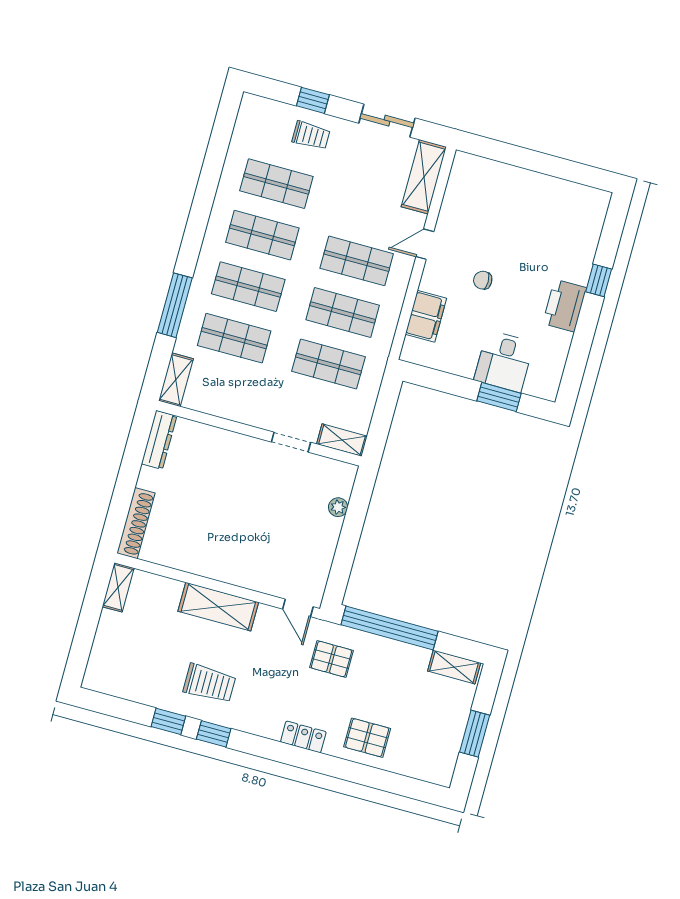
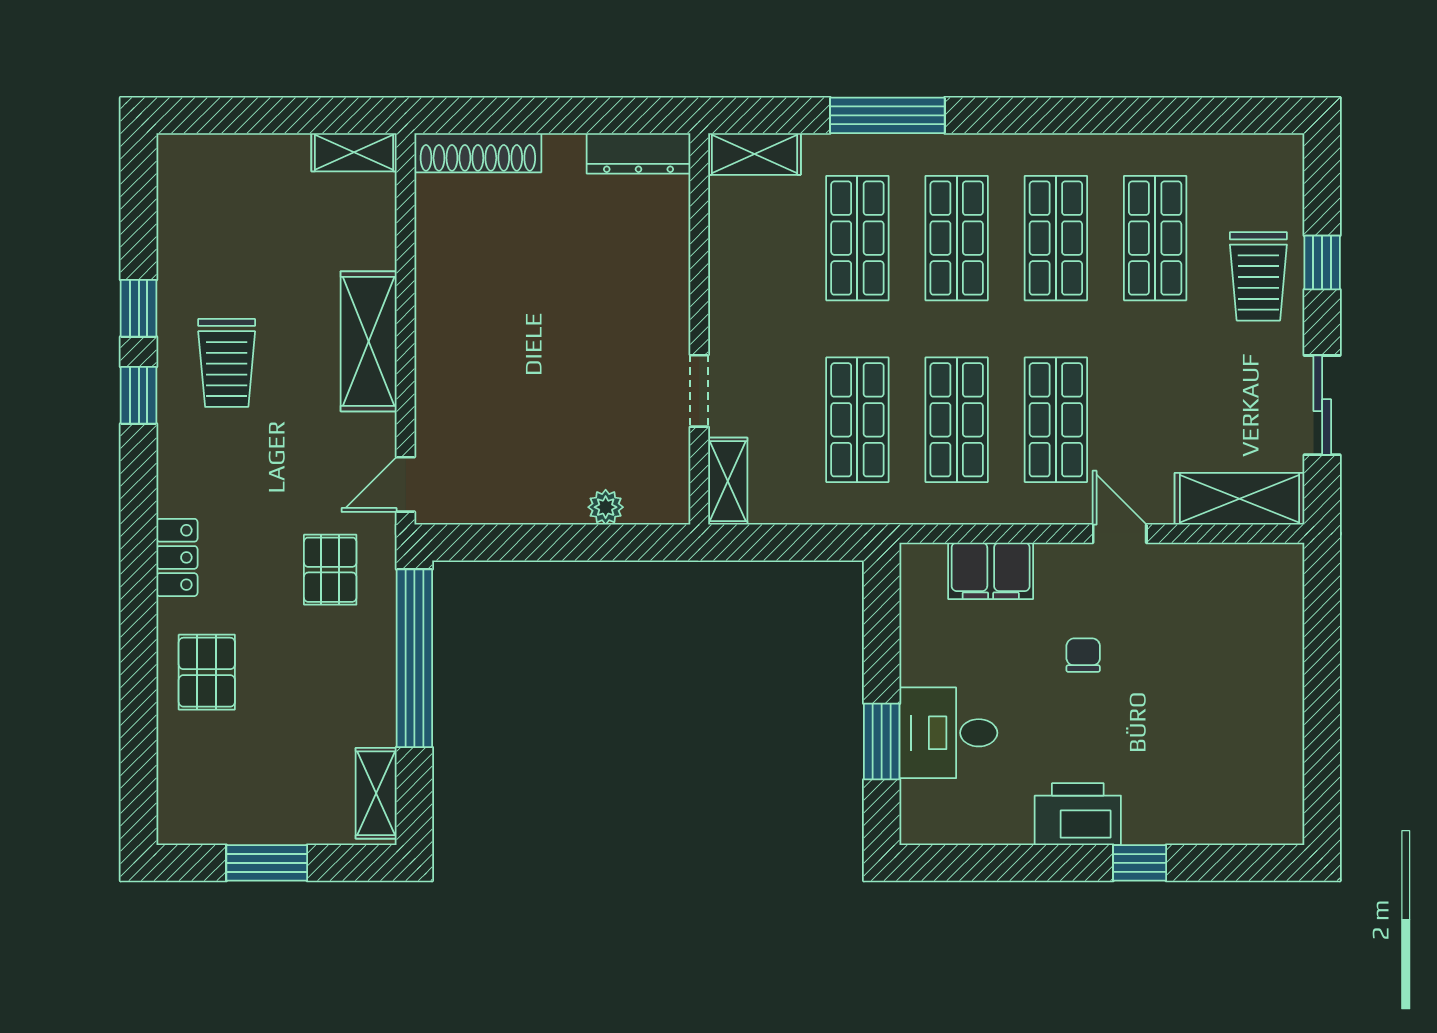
trolley: (311, 135) -> (1258, 276), width x1.36, depth x1.39

